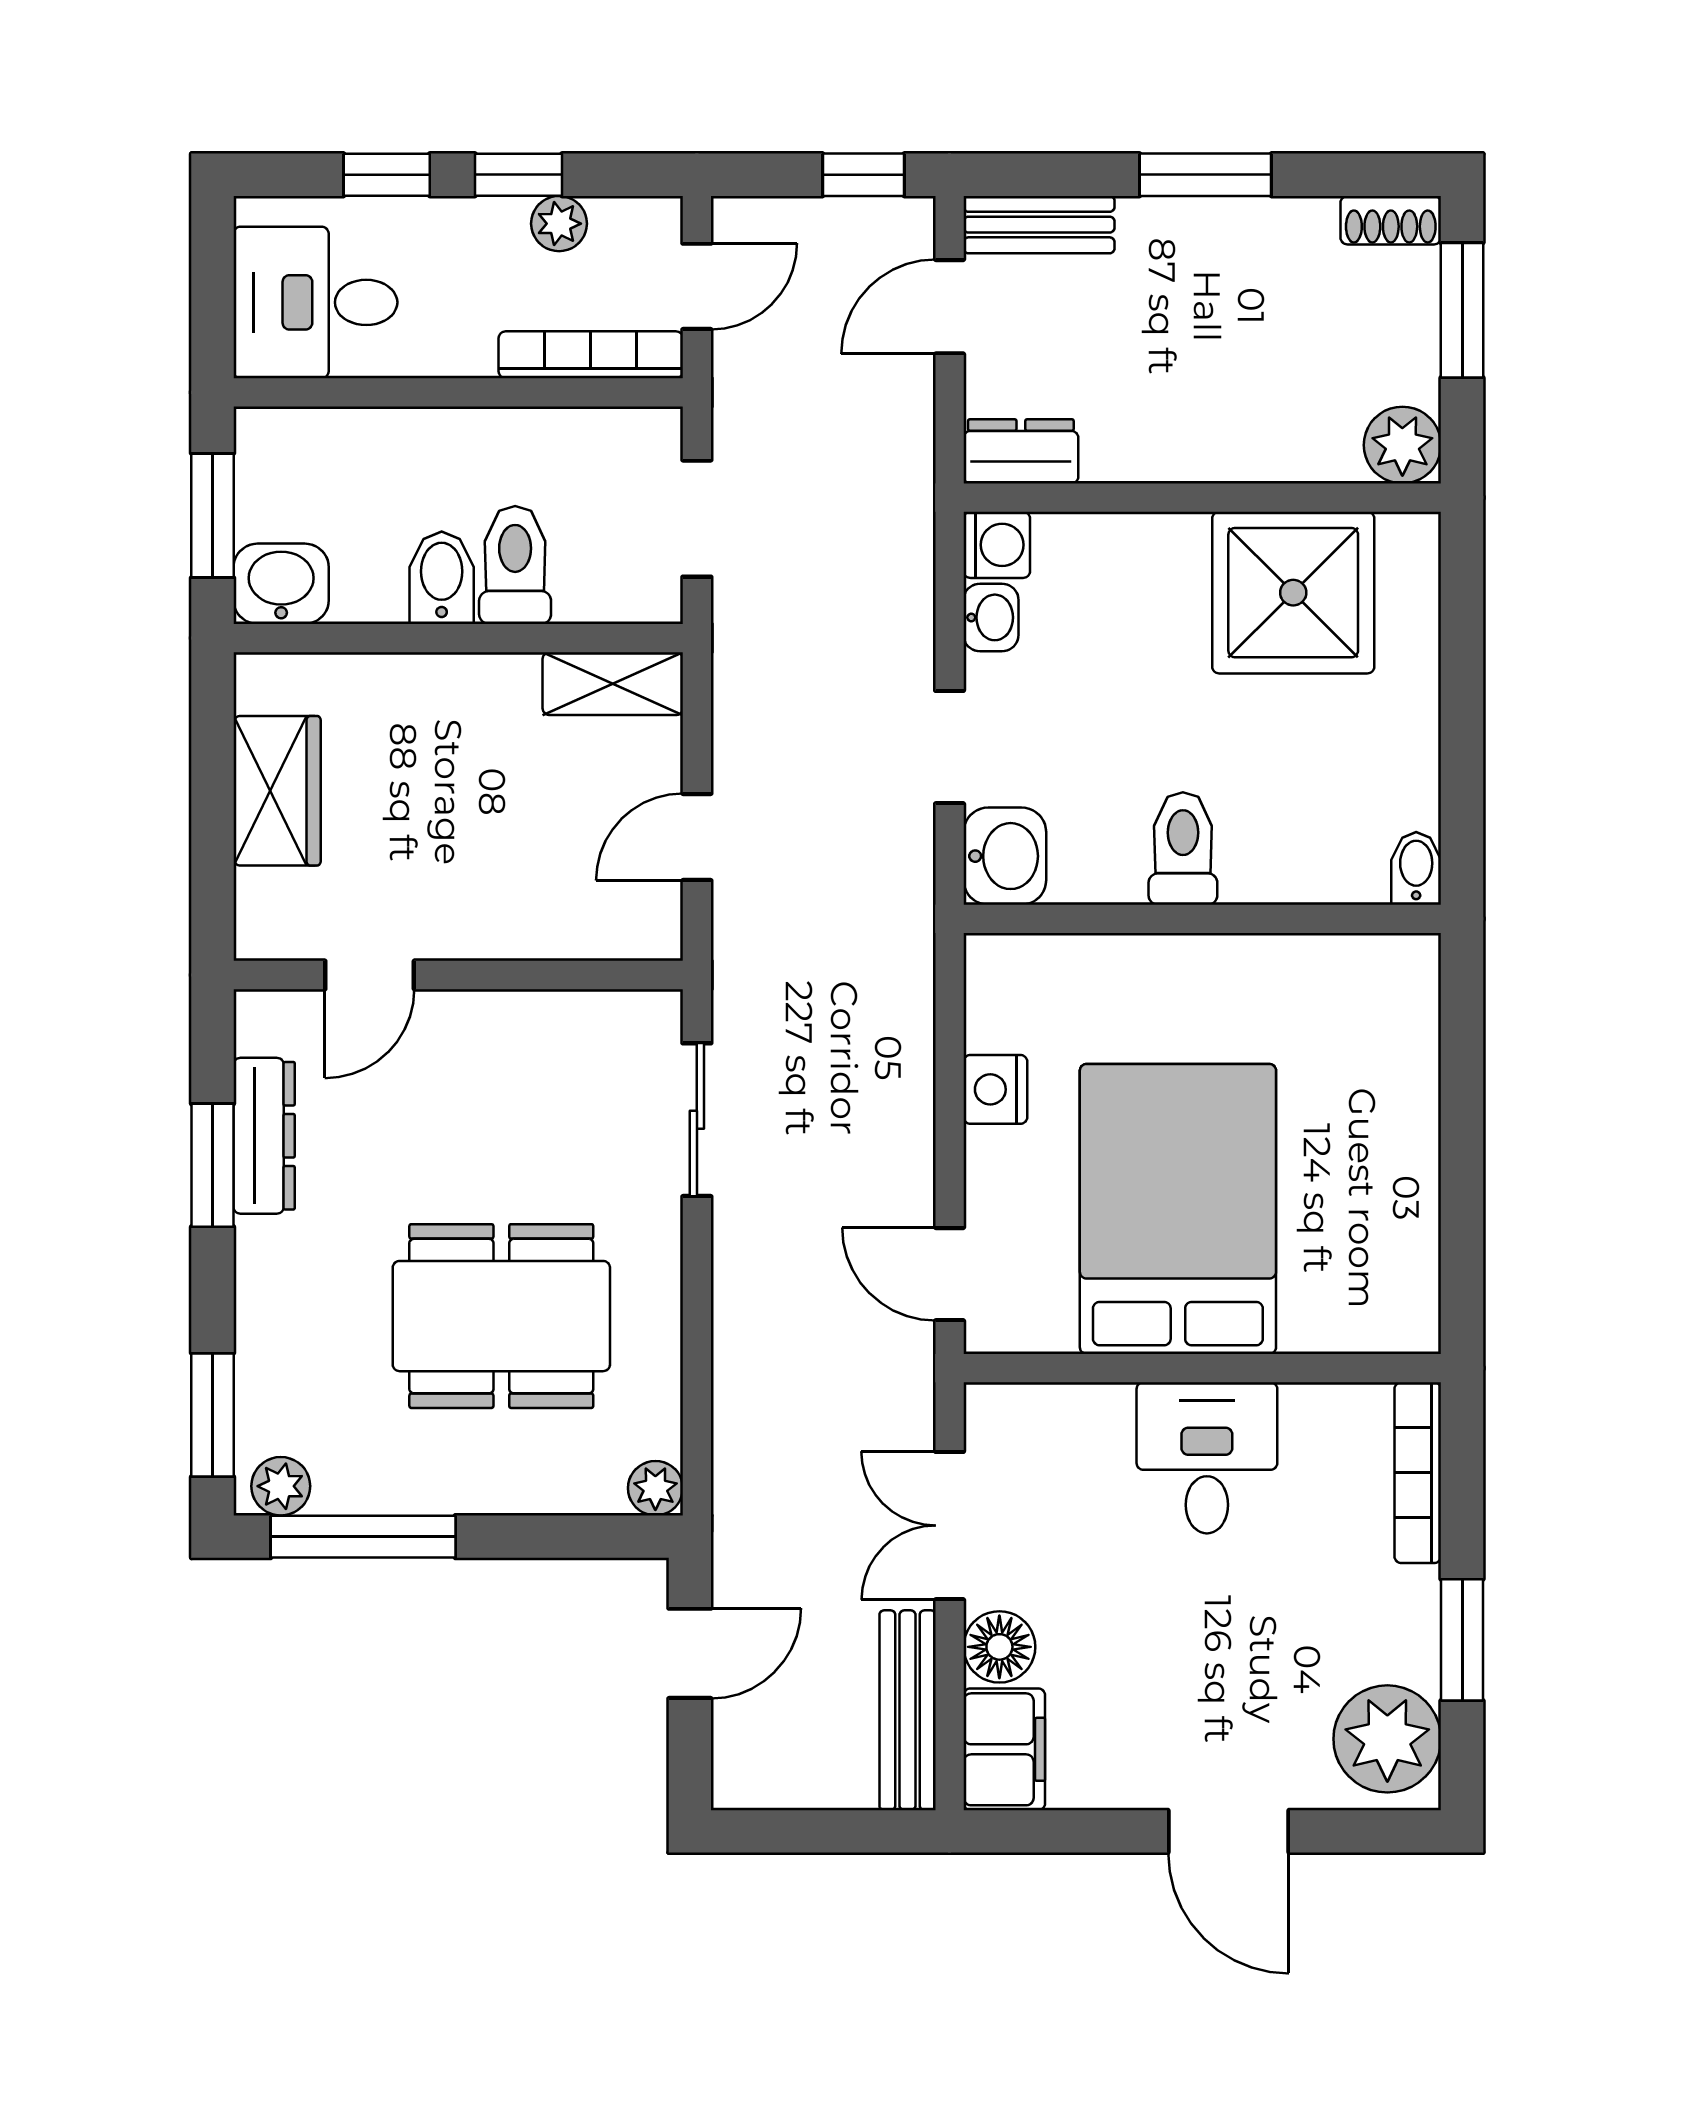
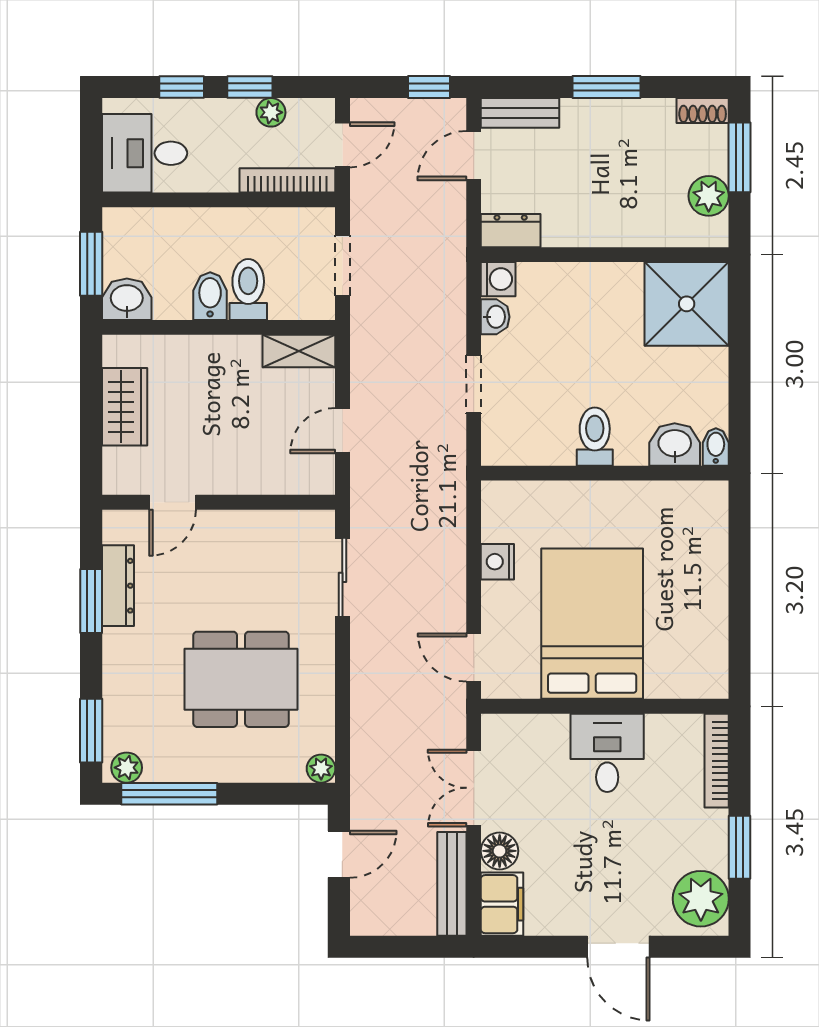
plant: (1402, 445) -> (709, 196), moved
shower: (1293, 593) -> (687, 304), moved
washbasin: (1005, 856) -> (675, 444), moved, turned -90

